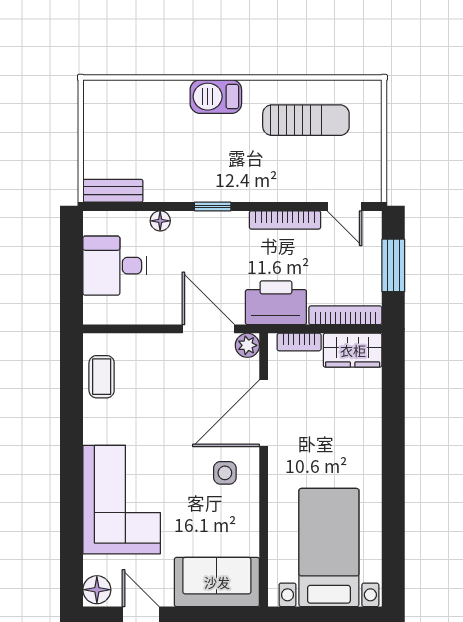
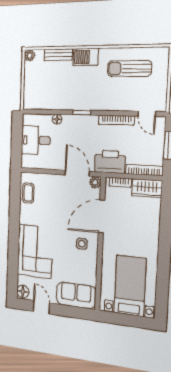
plant: (95, 91) -> (30, 55), added
sun lounger: (306, 120) -> (129, 69), turned 180
bench: (113, 191) -> (58, 55), moved

